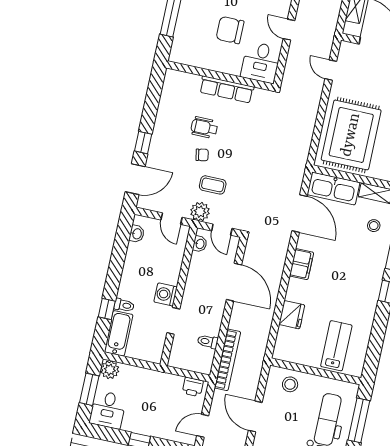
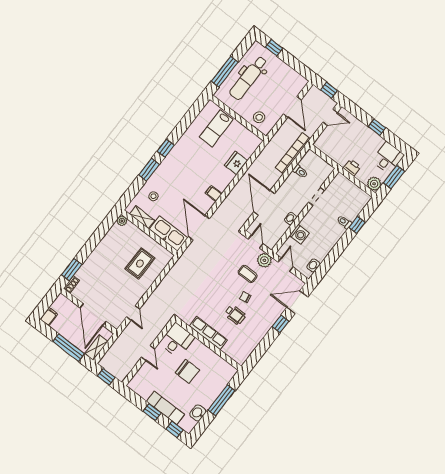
rug: (351, 135) -> (140, 263), width x0.54, depth x0.49
washbasin: (200, 244) -> (291, 218), moved
filing cabinet: (301, 264) -> (214, 193), width x0.50
washing machine: (166, 294) -> (299, 234), moved
bathtub: (119, 333) -> (357, 205), removed
printer: (193, 387) -> (352, 168), moved

